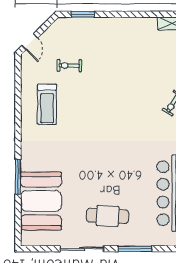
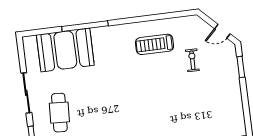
door: (30, 42) -> (222, 31), moved
window: (18, 177) -> (85, 26), width x1.46

